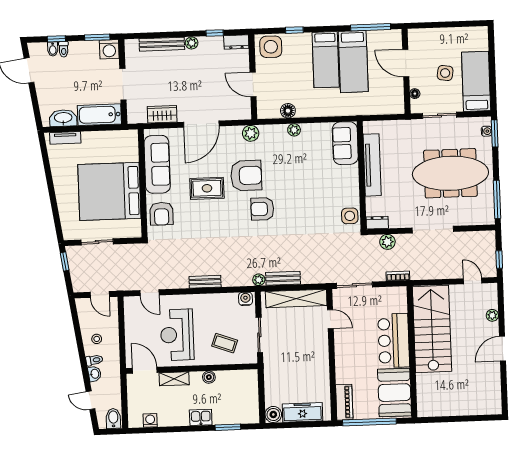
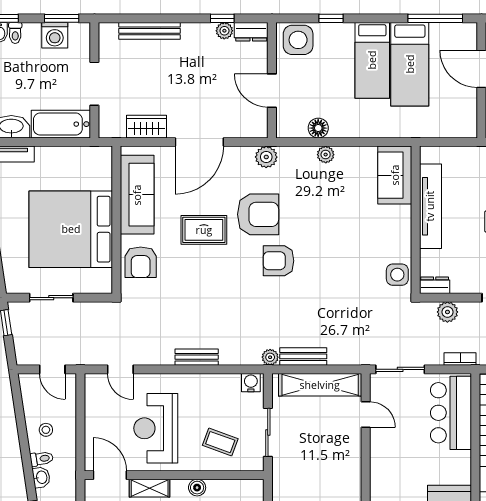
plant: (192, 43) -> (224, 31), moved
washing machine: (109, 49) -> (55, 35), moved
bar counter: (394, 340) -> (451, 413), moved

